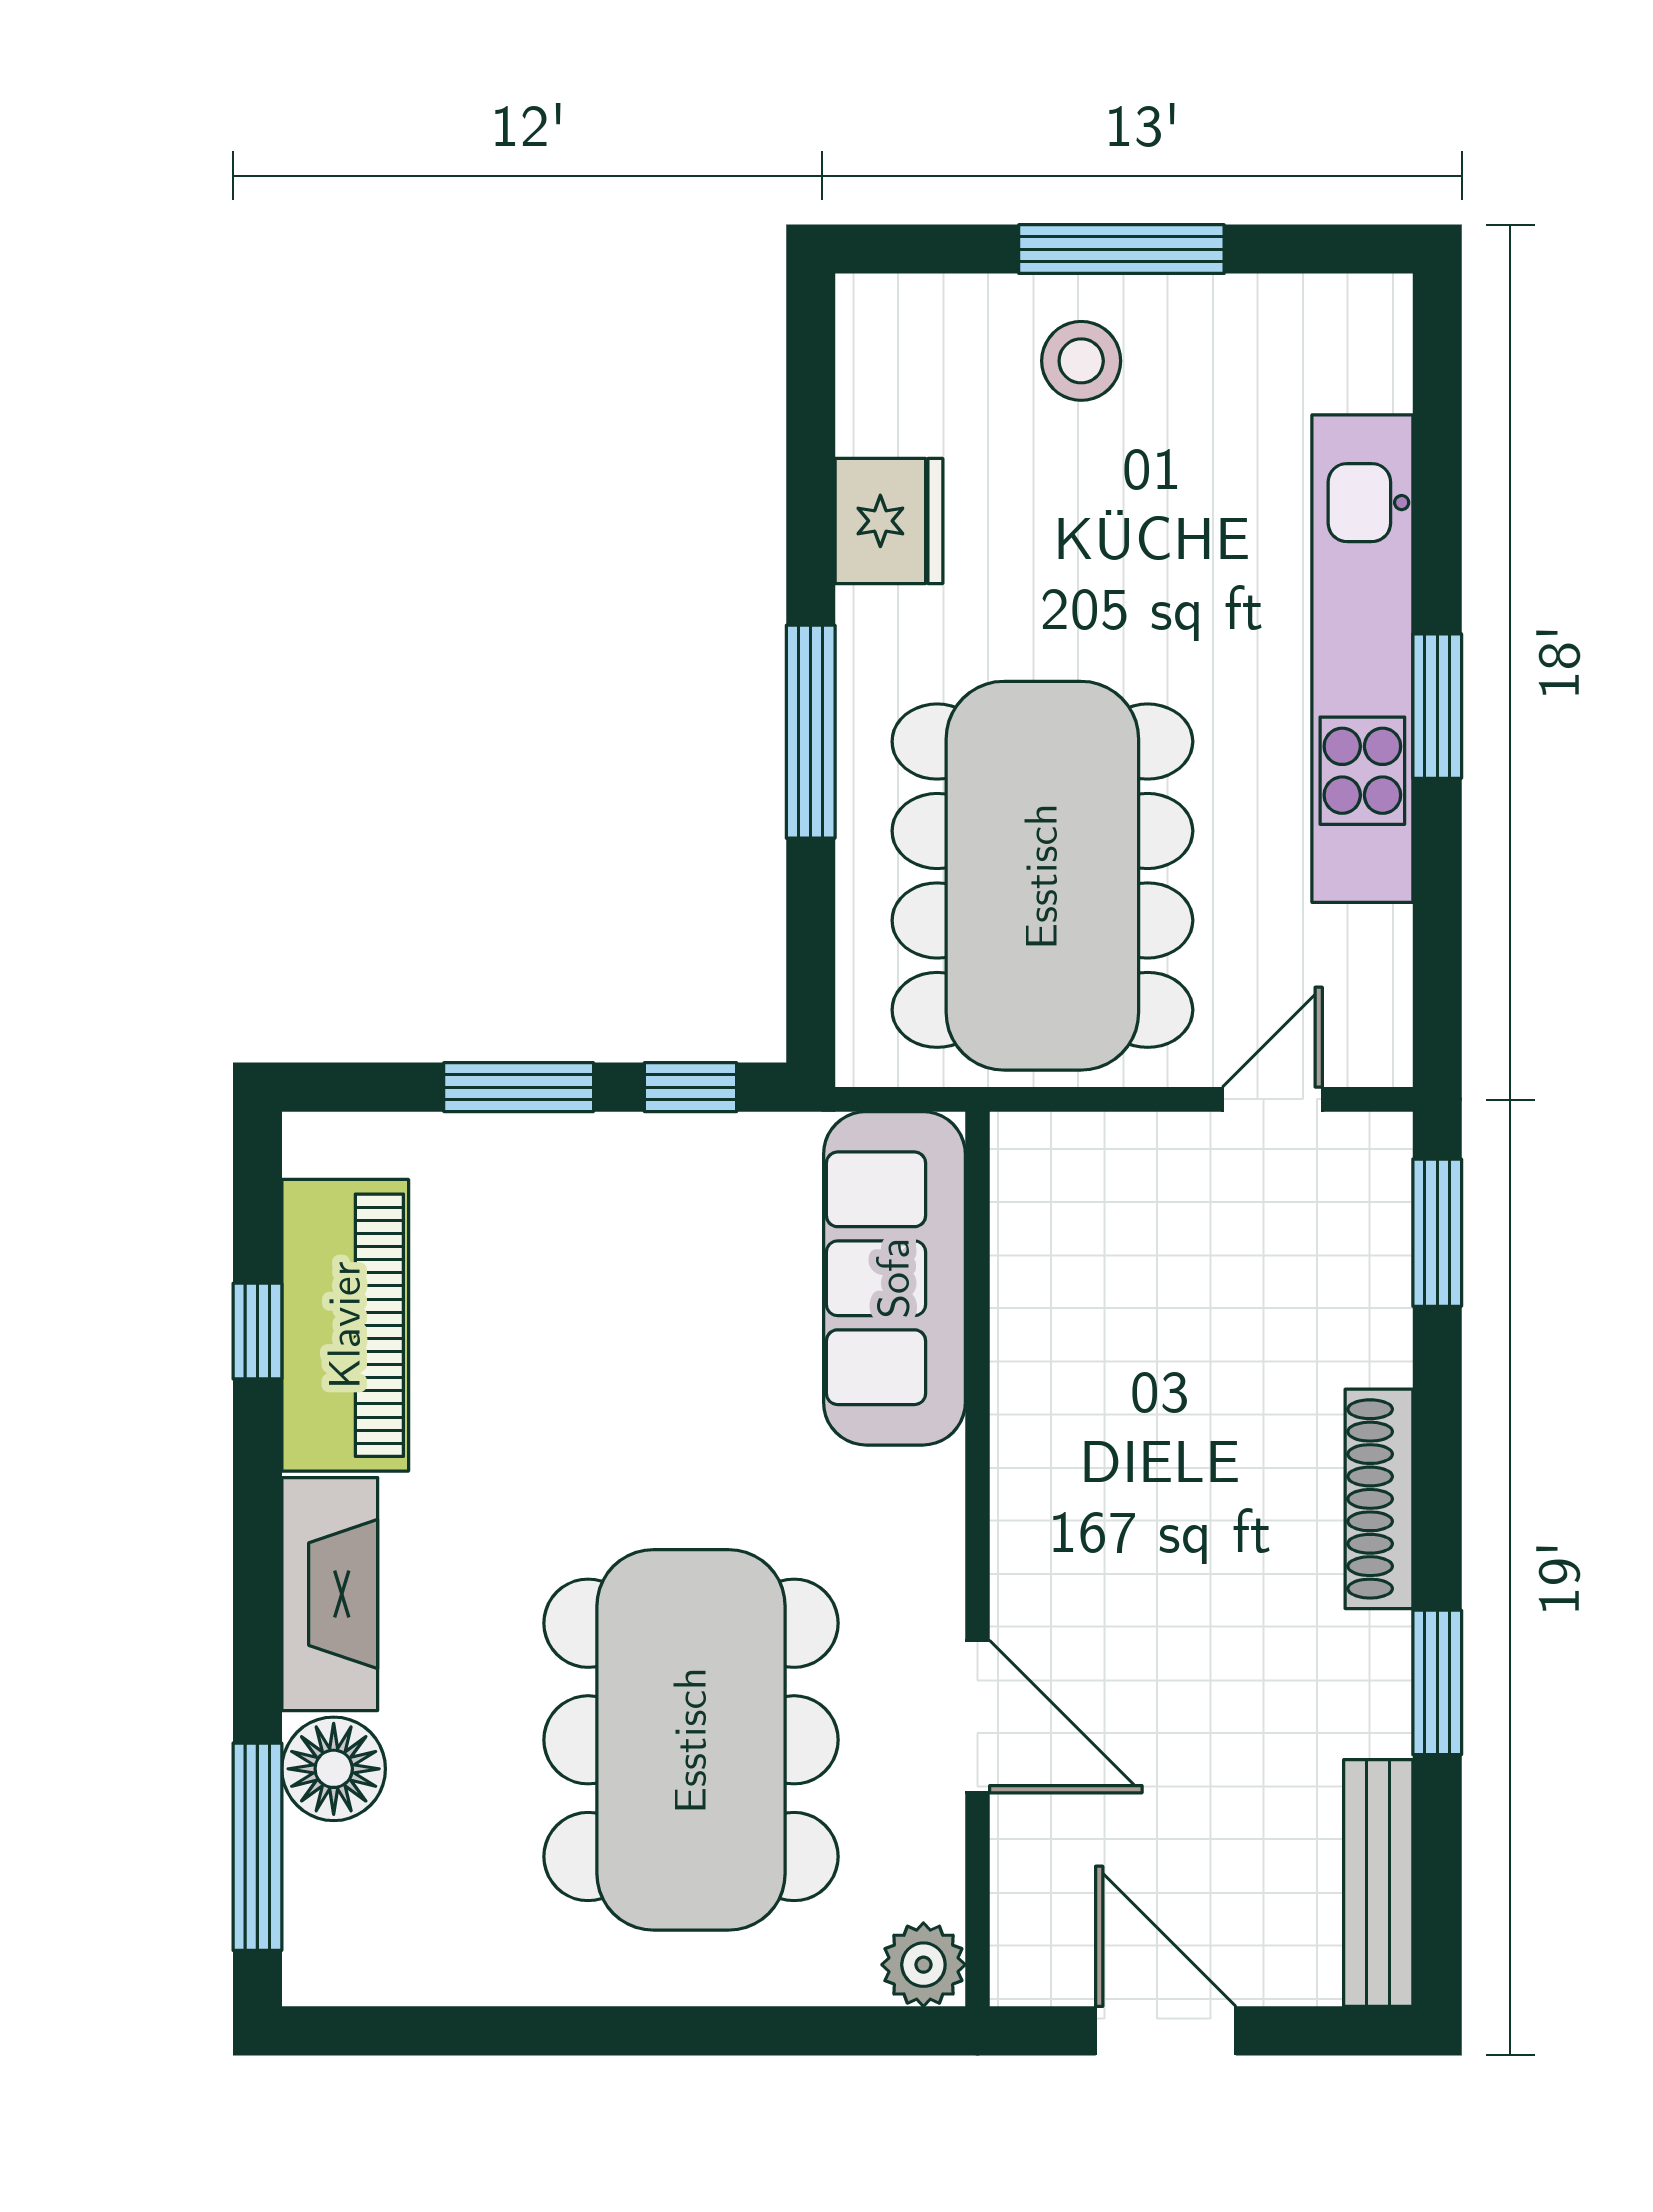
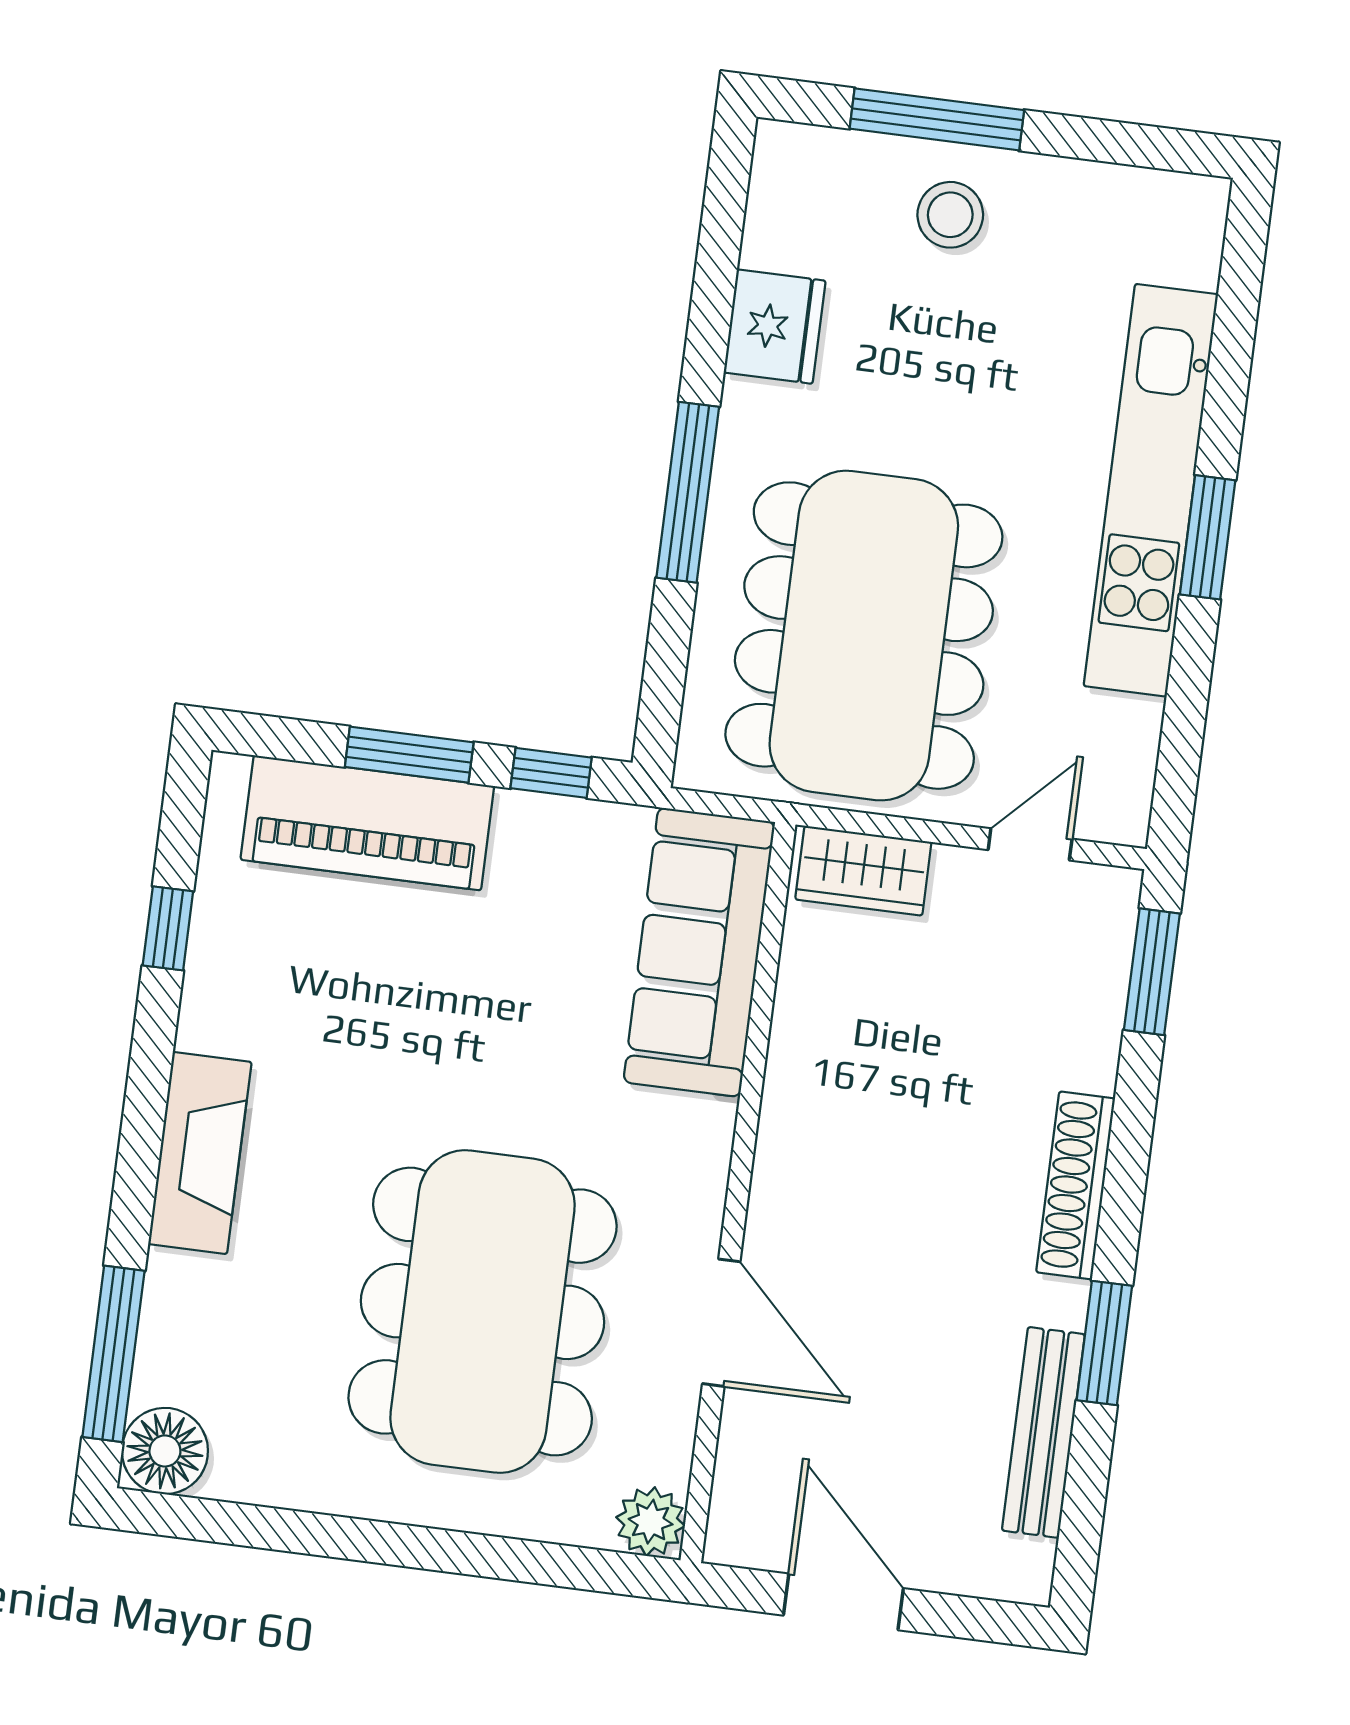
window: (1121, 249) -> (937, 119), moved
wardrobe: (1078, 1156) -> (863, 871), added
piano: (345, 1325) -> (367, 823), moved, turned 90
floor lamp: (334, 1769) -> (165, 1451), moved
bench: (1378, 1883) -> (1043, 1432), moved

